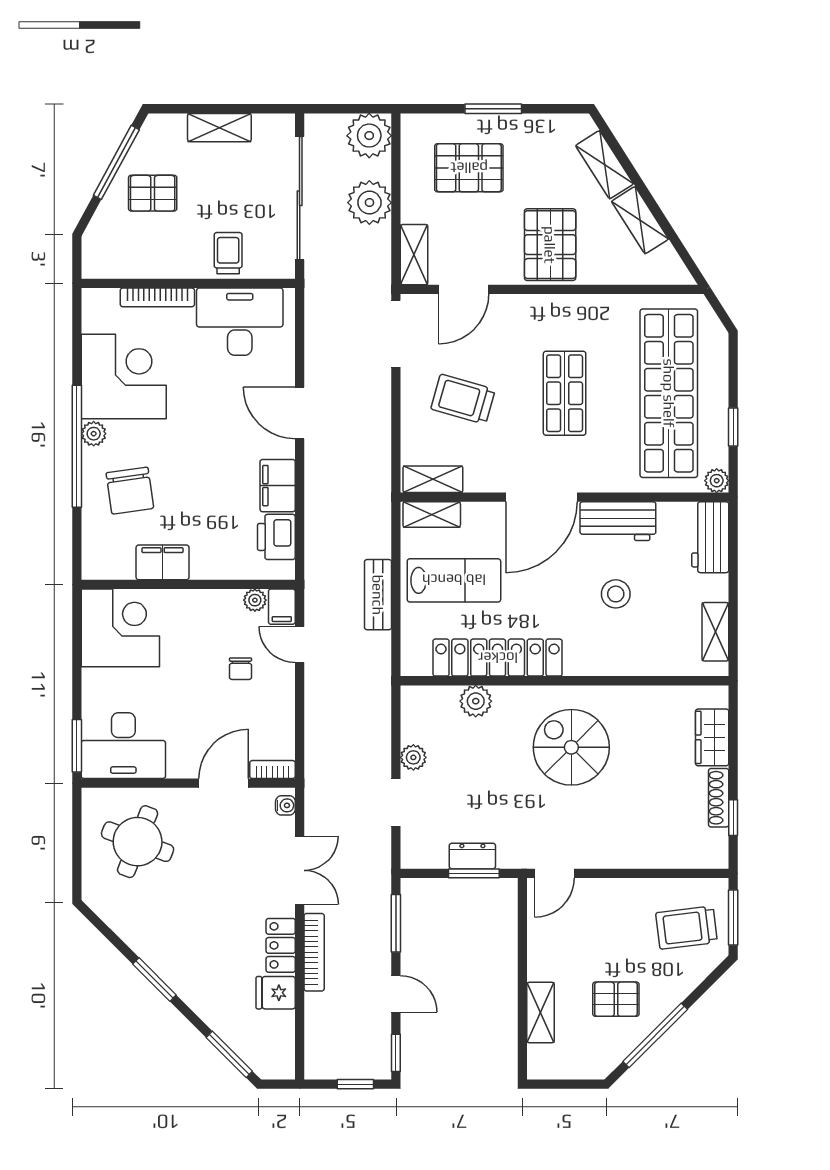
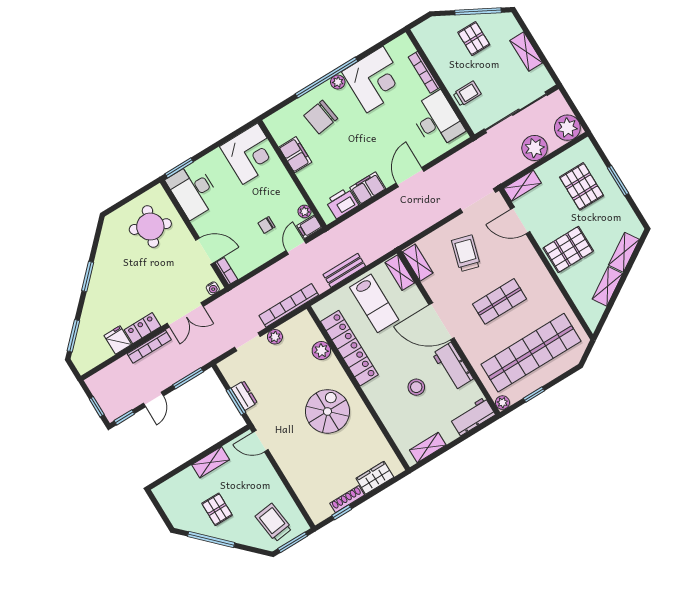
bookcase: (379, 708) -> (289, 305), added
shelving: (541, 1013) -> (211, 462), moved

